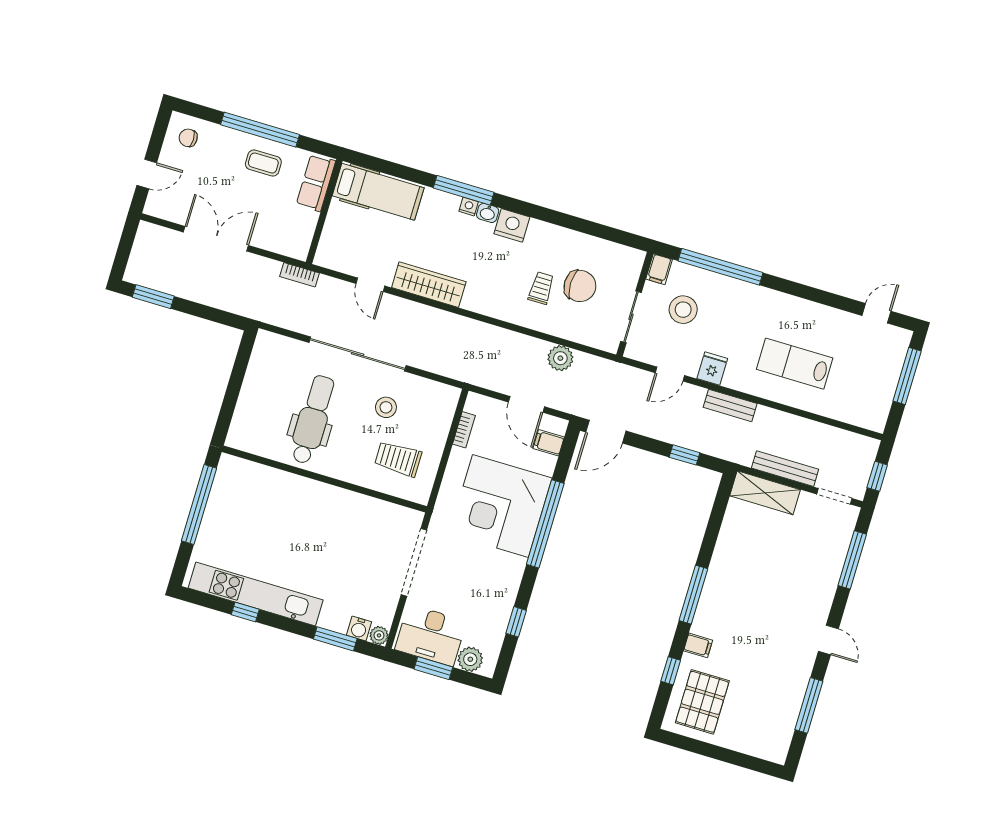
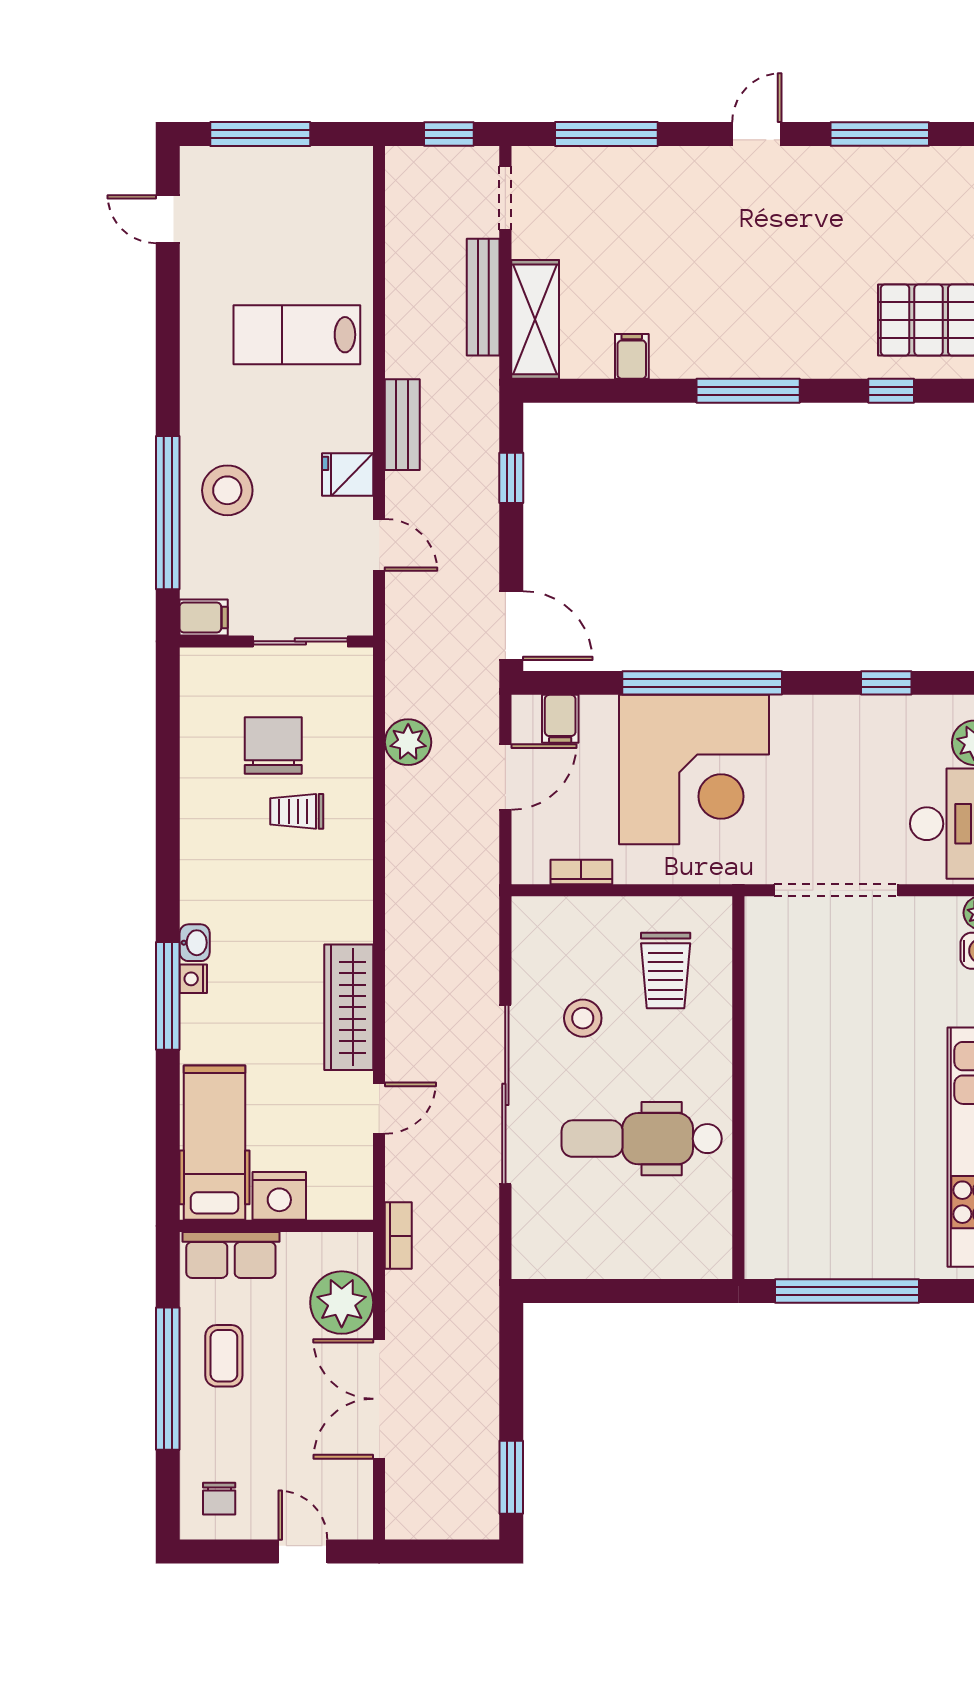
nightstand: (512, 225) -> (279, 1196), moved, turned -90
plant: (273, 234) -> (342, 1303), added
stool: (683, 310) -> (227, 490), moved
lab bench: (795, 364) -> (297, 335), turned 90
filing cabinet: (698, 645) -> (632, 356), moved

